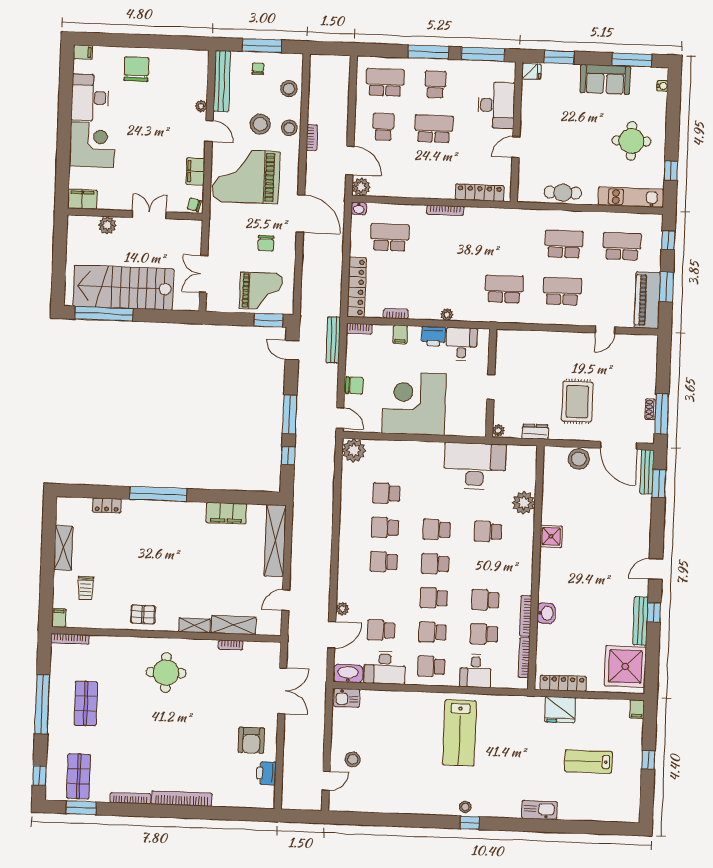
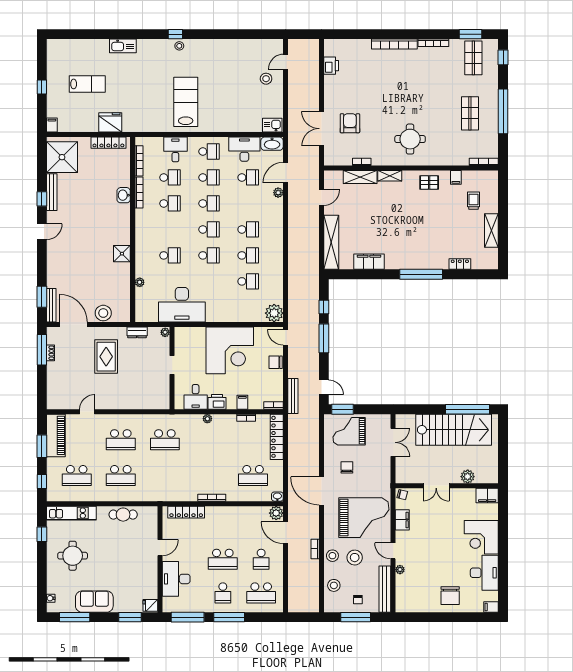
plant: (524, 503) -> (140, 282), width x0.53, depth x0.53
filing cabinet: (59, 618) -> (456, 177), moved
armchair: (251, 740) -> (350, 123), moved

